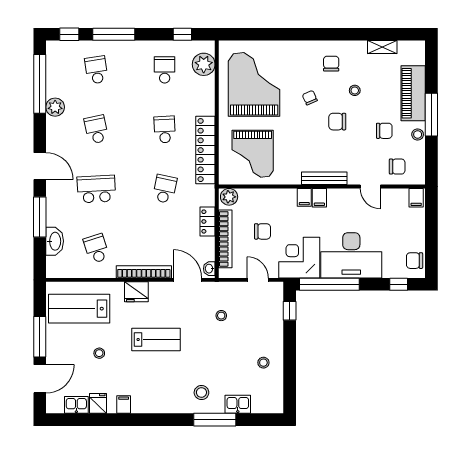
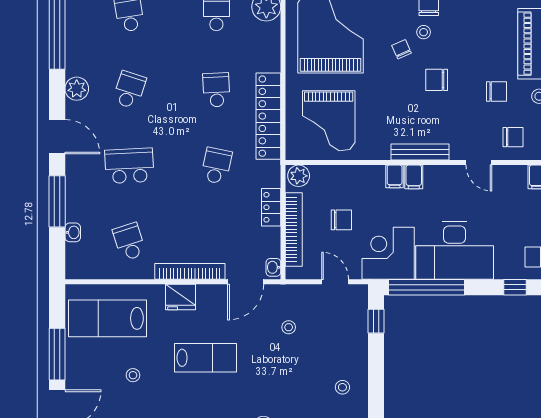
stool: (355, 90) -> (424, 32), moved
plant: (55, 107) -> (77, 89), moved
school desk: (96, 129) -> (129, 90), turned 30
washbasin: (55, 241) -> (73, 232), width x0.52, depth x0.69
door: (188, 280) -> (246, 282), swing flipped

